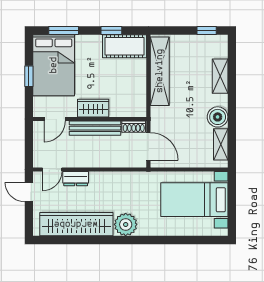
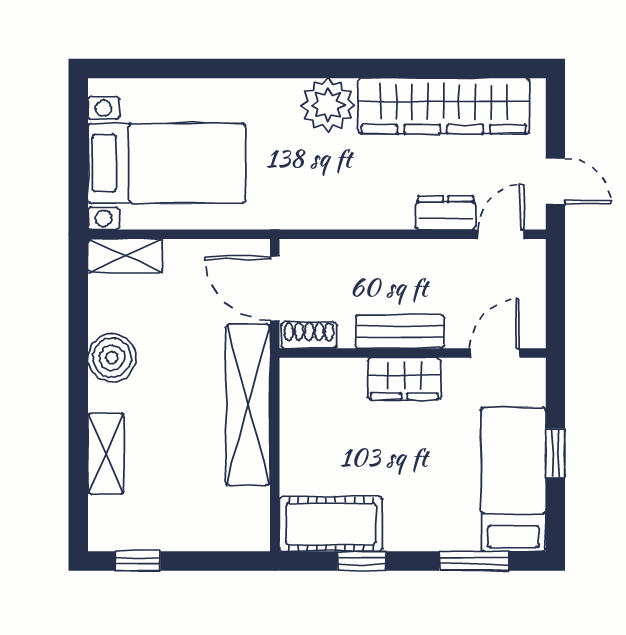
bed: (54, 65) -> (513, 479), width x0.67
shelving: (160, 71) -> (248, 405), moved
bench: (95, 128) -> (400, 332), width x0.73
shelving: (221, 144) -> (125, 256), moved, turned 90

